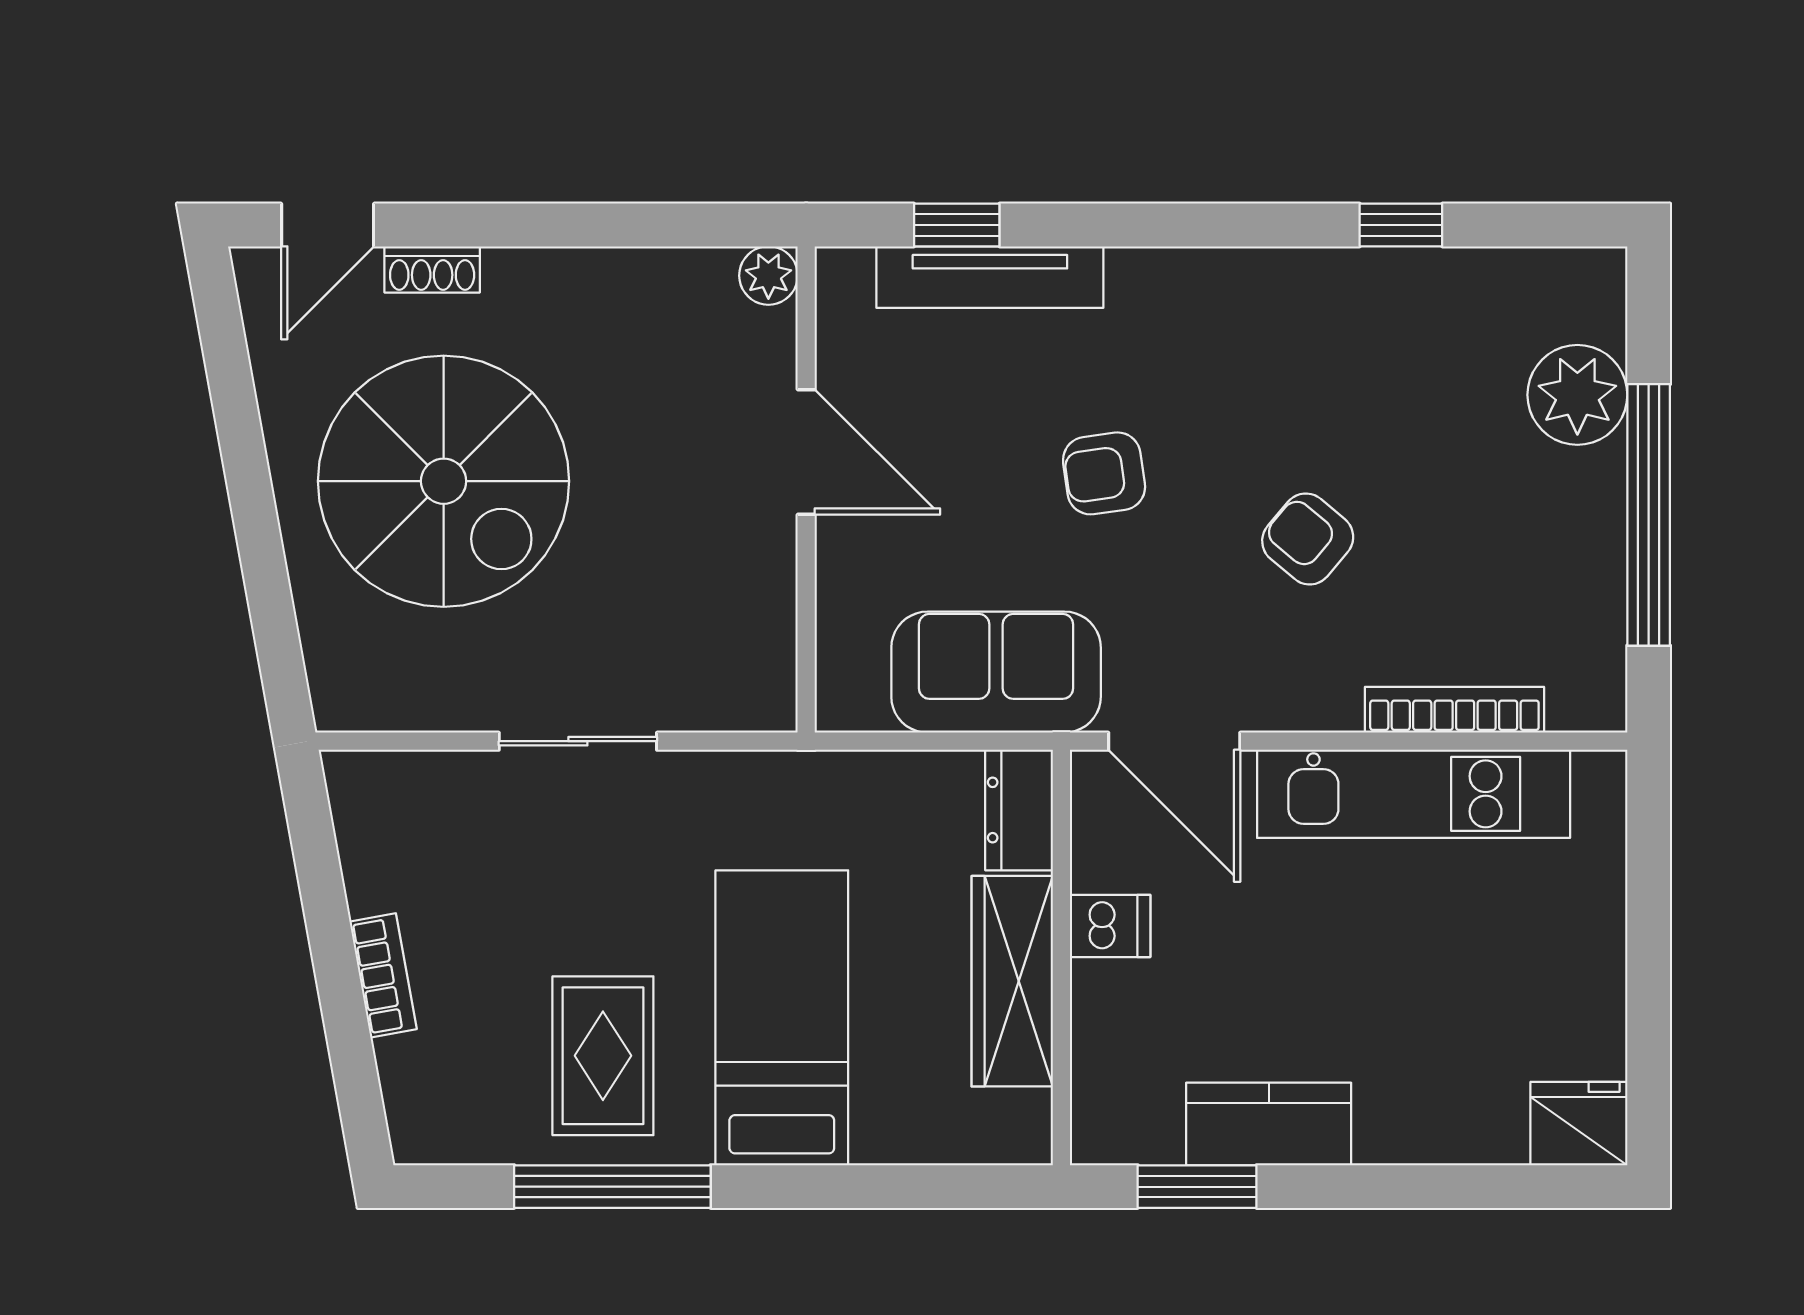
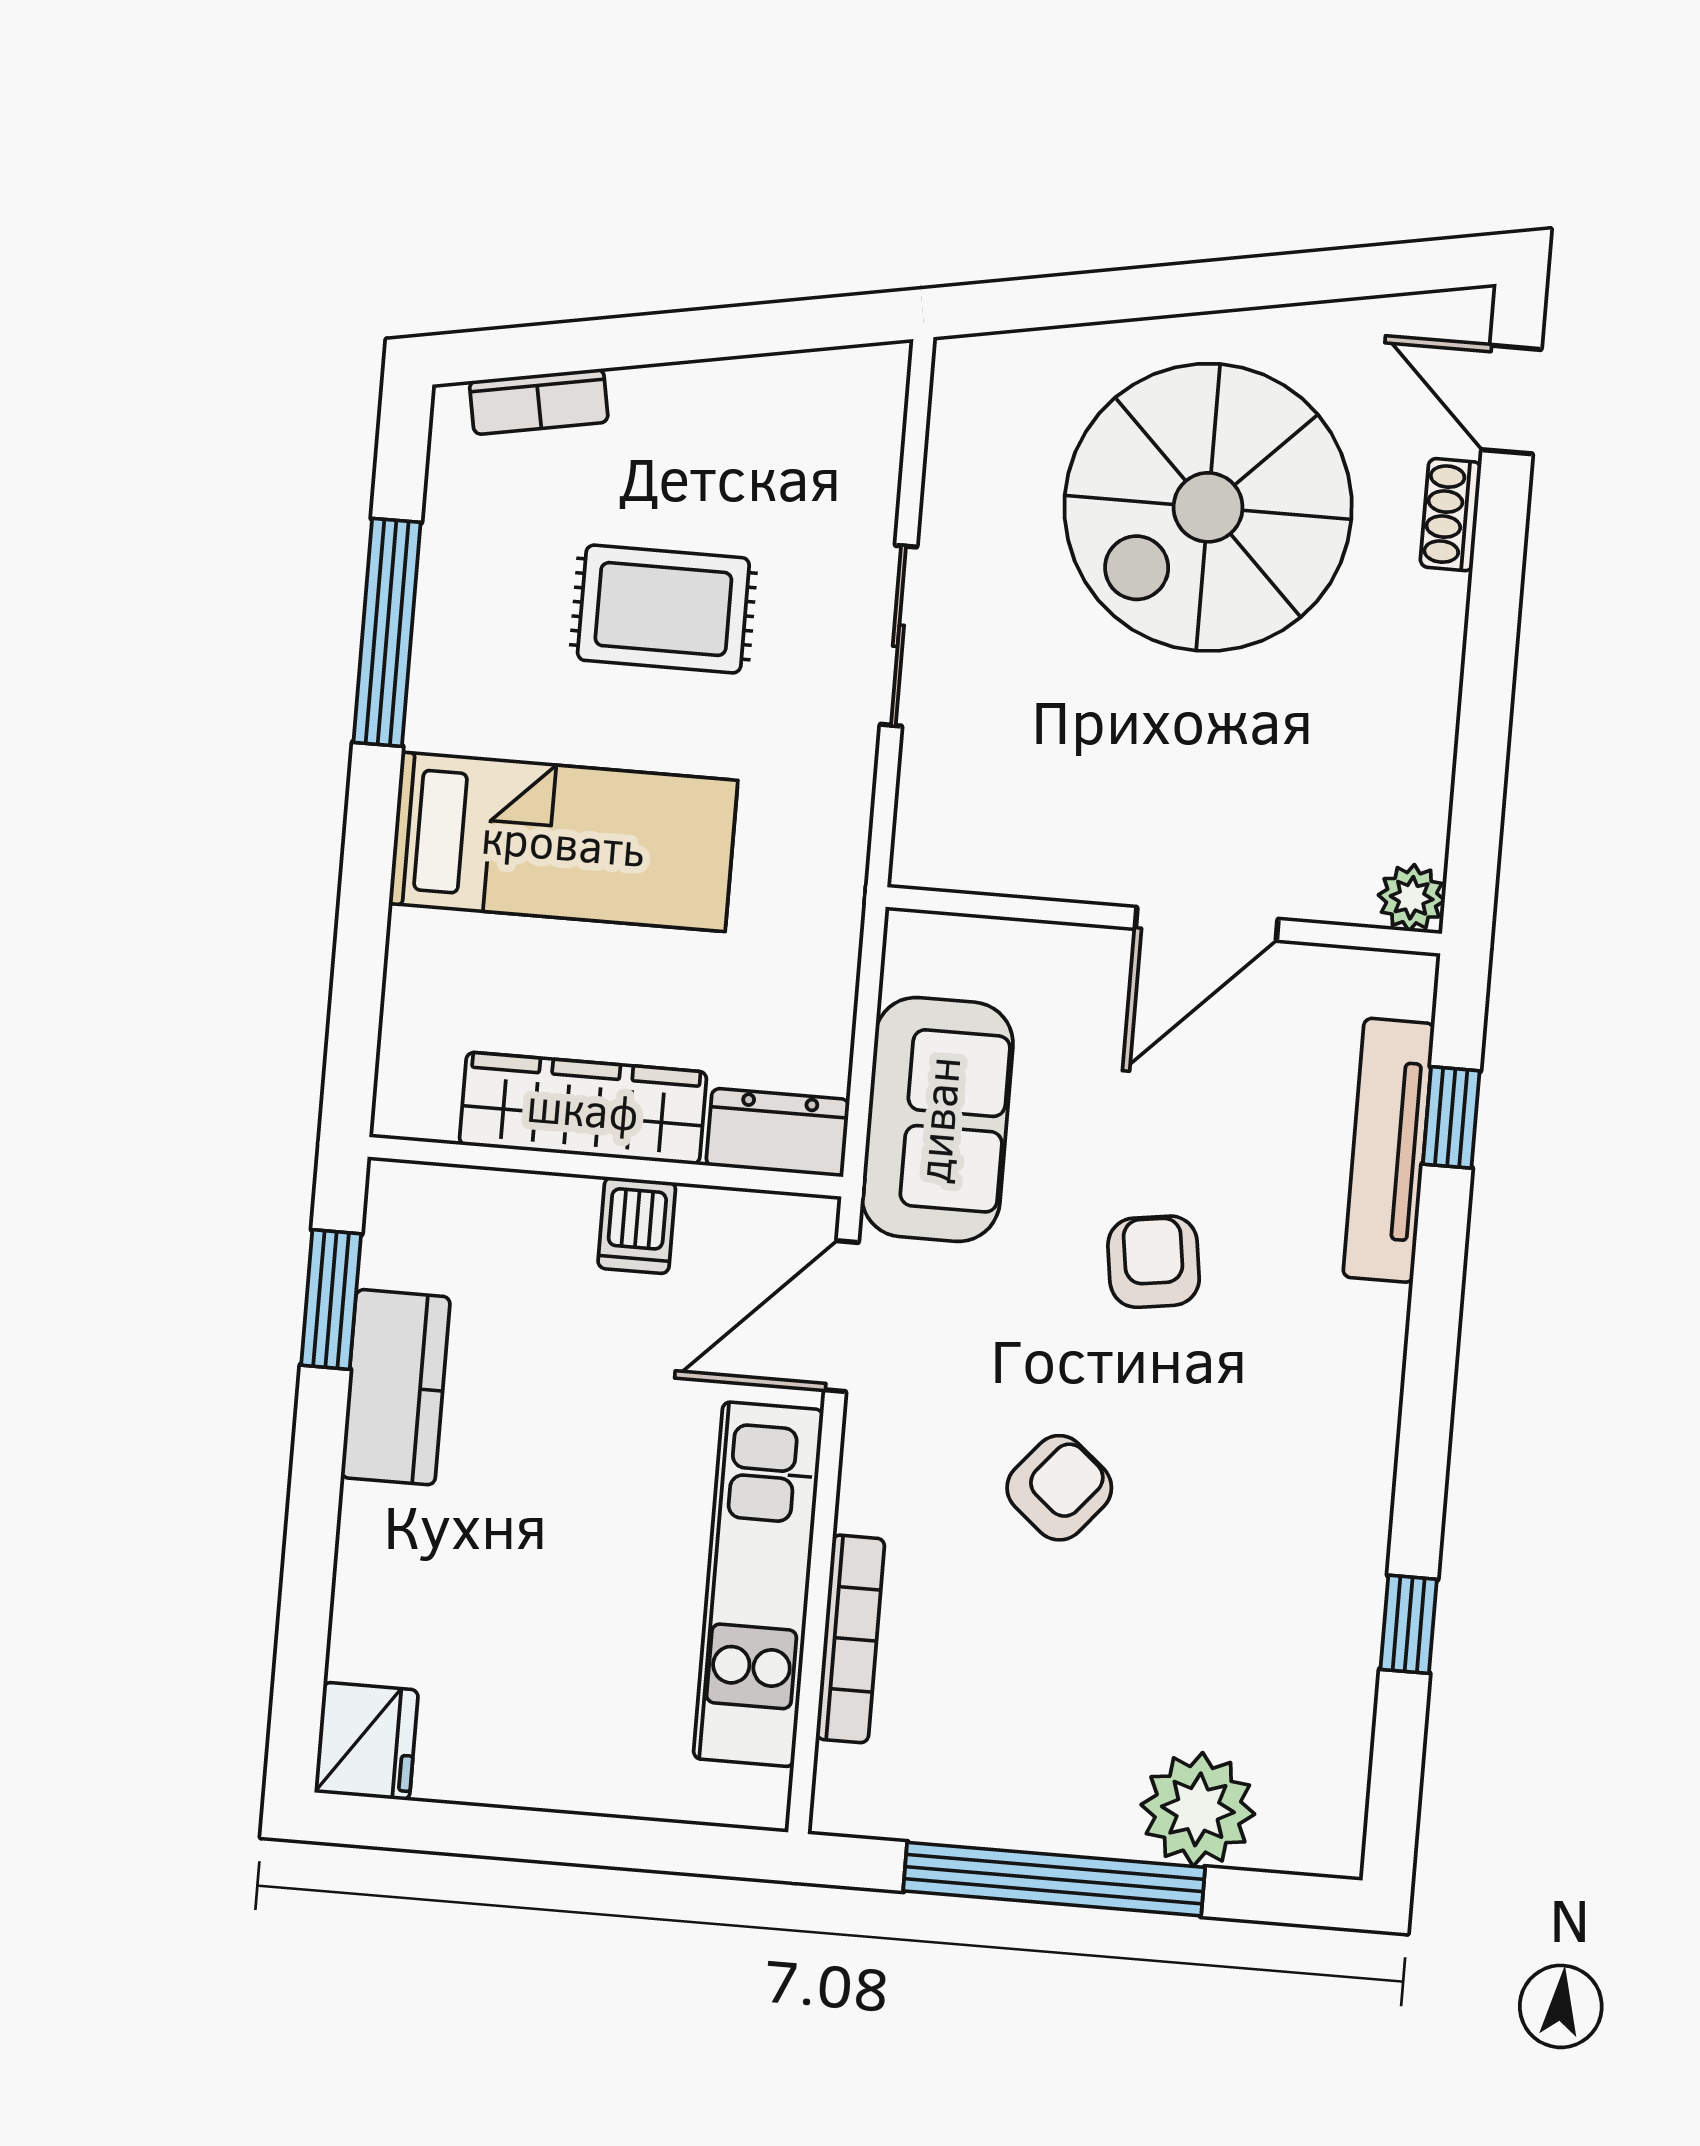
bookcase: (383, 975) -> (539, 402), moved
rug: (603, 1056) -> (663, 609), moved

